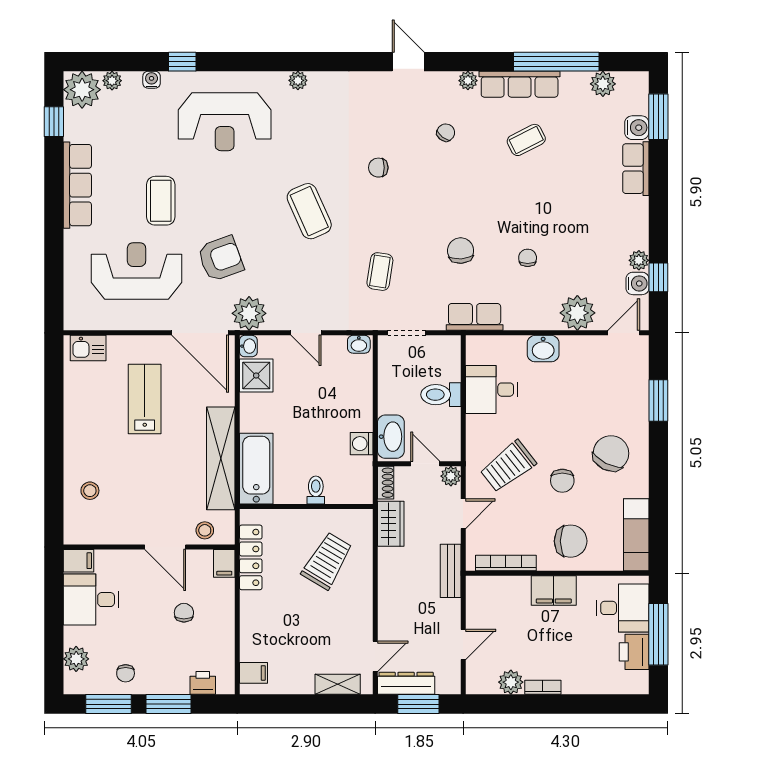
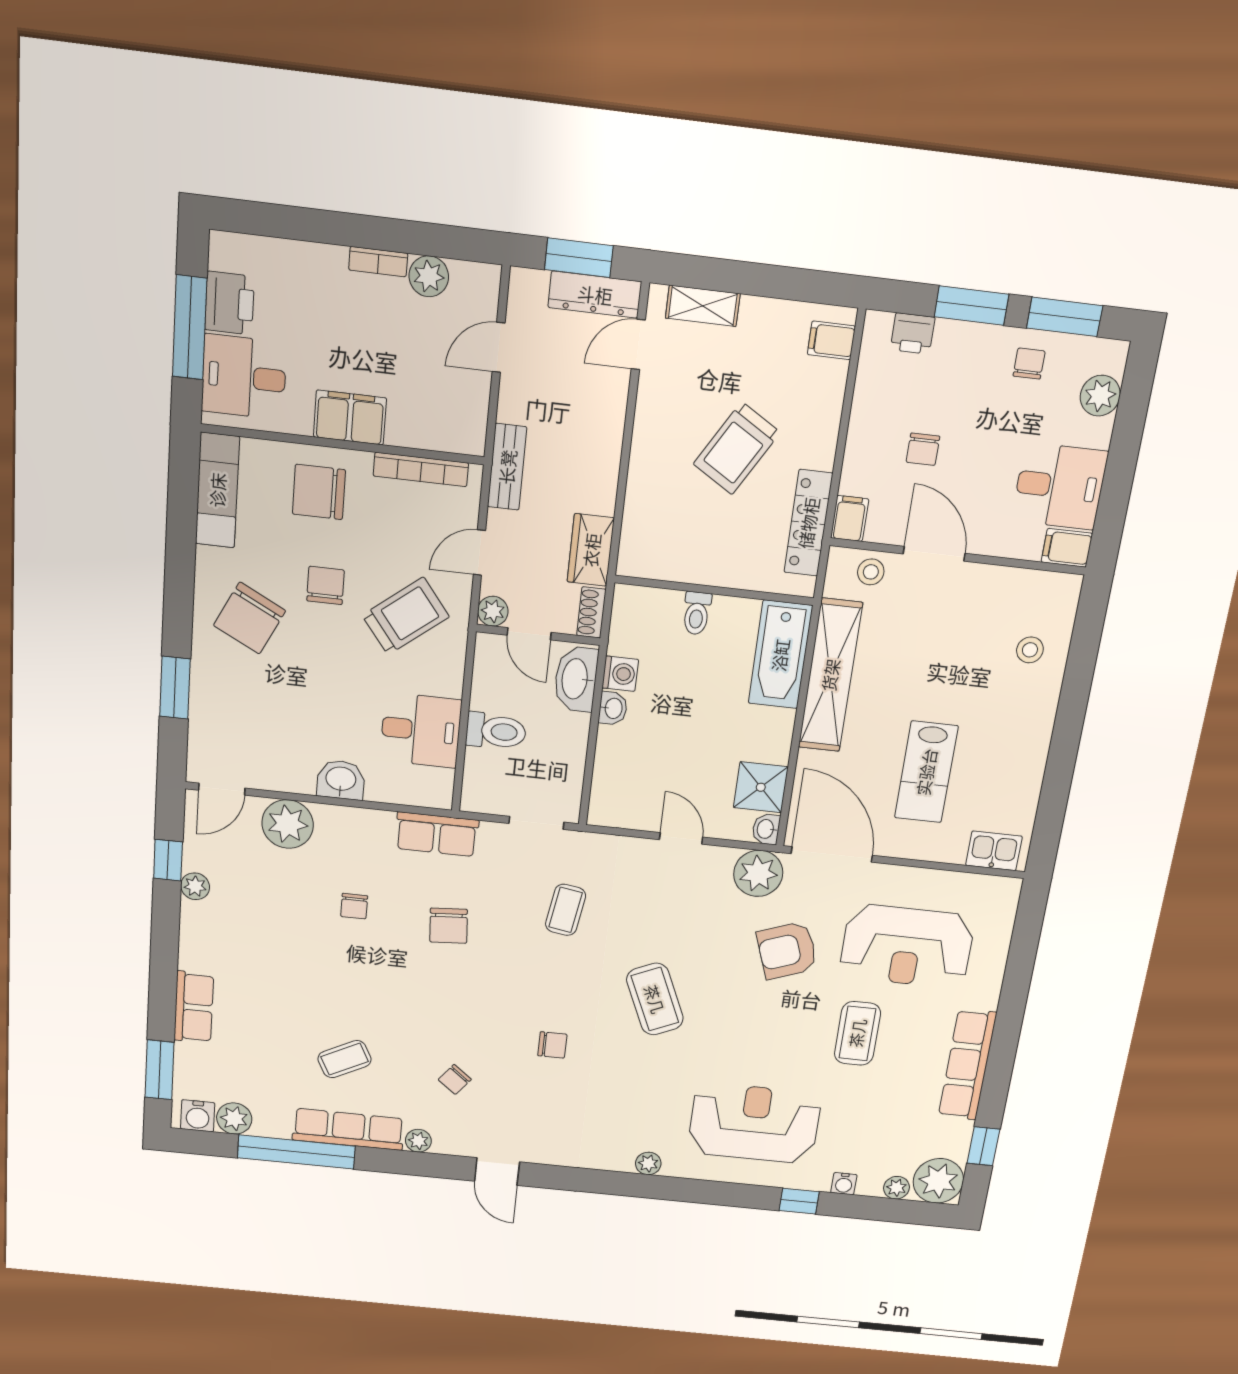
water cooler: (637, 128) -> (198, 1116), moved, turned -90
water cooler: (637, 283) -> (199, 855), removed
washbasin: (359, 344) -> (613, 708), moved, turned 90
trolley: (327, 561) -> (737, 448), moved

